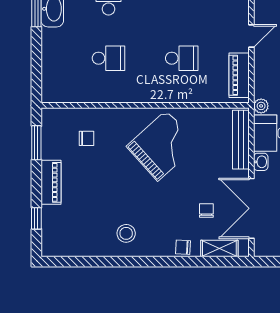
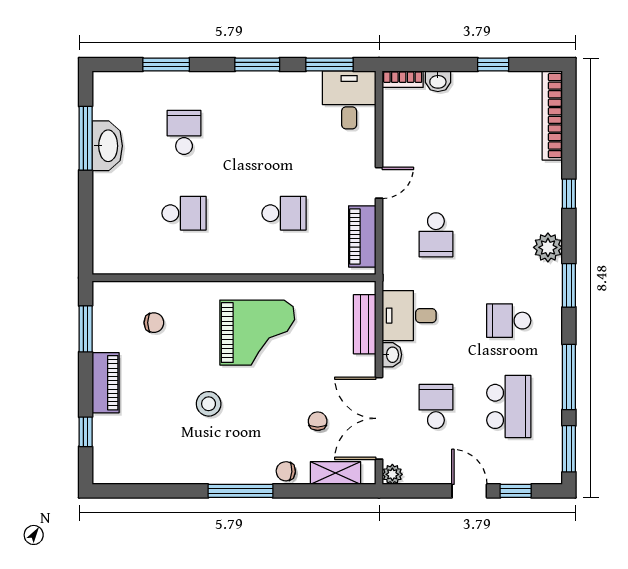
plant: (261, 106) -> (392, 474), moved
bench: (241, 140) -> (365, 324), width x0.73
grand piano: (162, 146) -> (257, 333), turned 42
stool: (126, 233) -> (209, 404), moved
window: (150, 262) -> (240, 491), added

